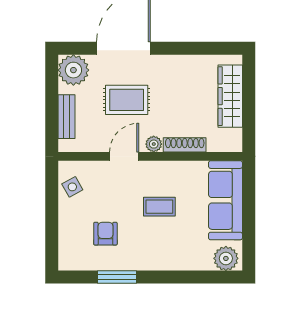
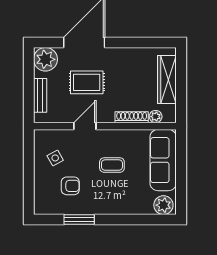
plant: (154, 144) -> (156, 117), moved
side table: (72, 187) -> (55, 158), moved
armchair: (105, 234) -> (70, 186), turned 90

